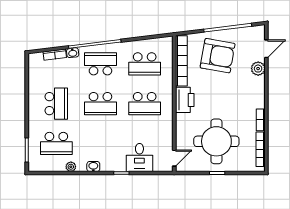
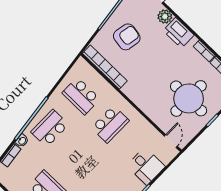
armchair: (218, 56) -> (127, 37), width x0.73, depth x0.73
school desk: (145, 64) -> (81, 96), turned 90
printer: (185, 100) -> (179, 33), moved, turned 180
school desk: (100, 104) -> (79, 156), removed

